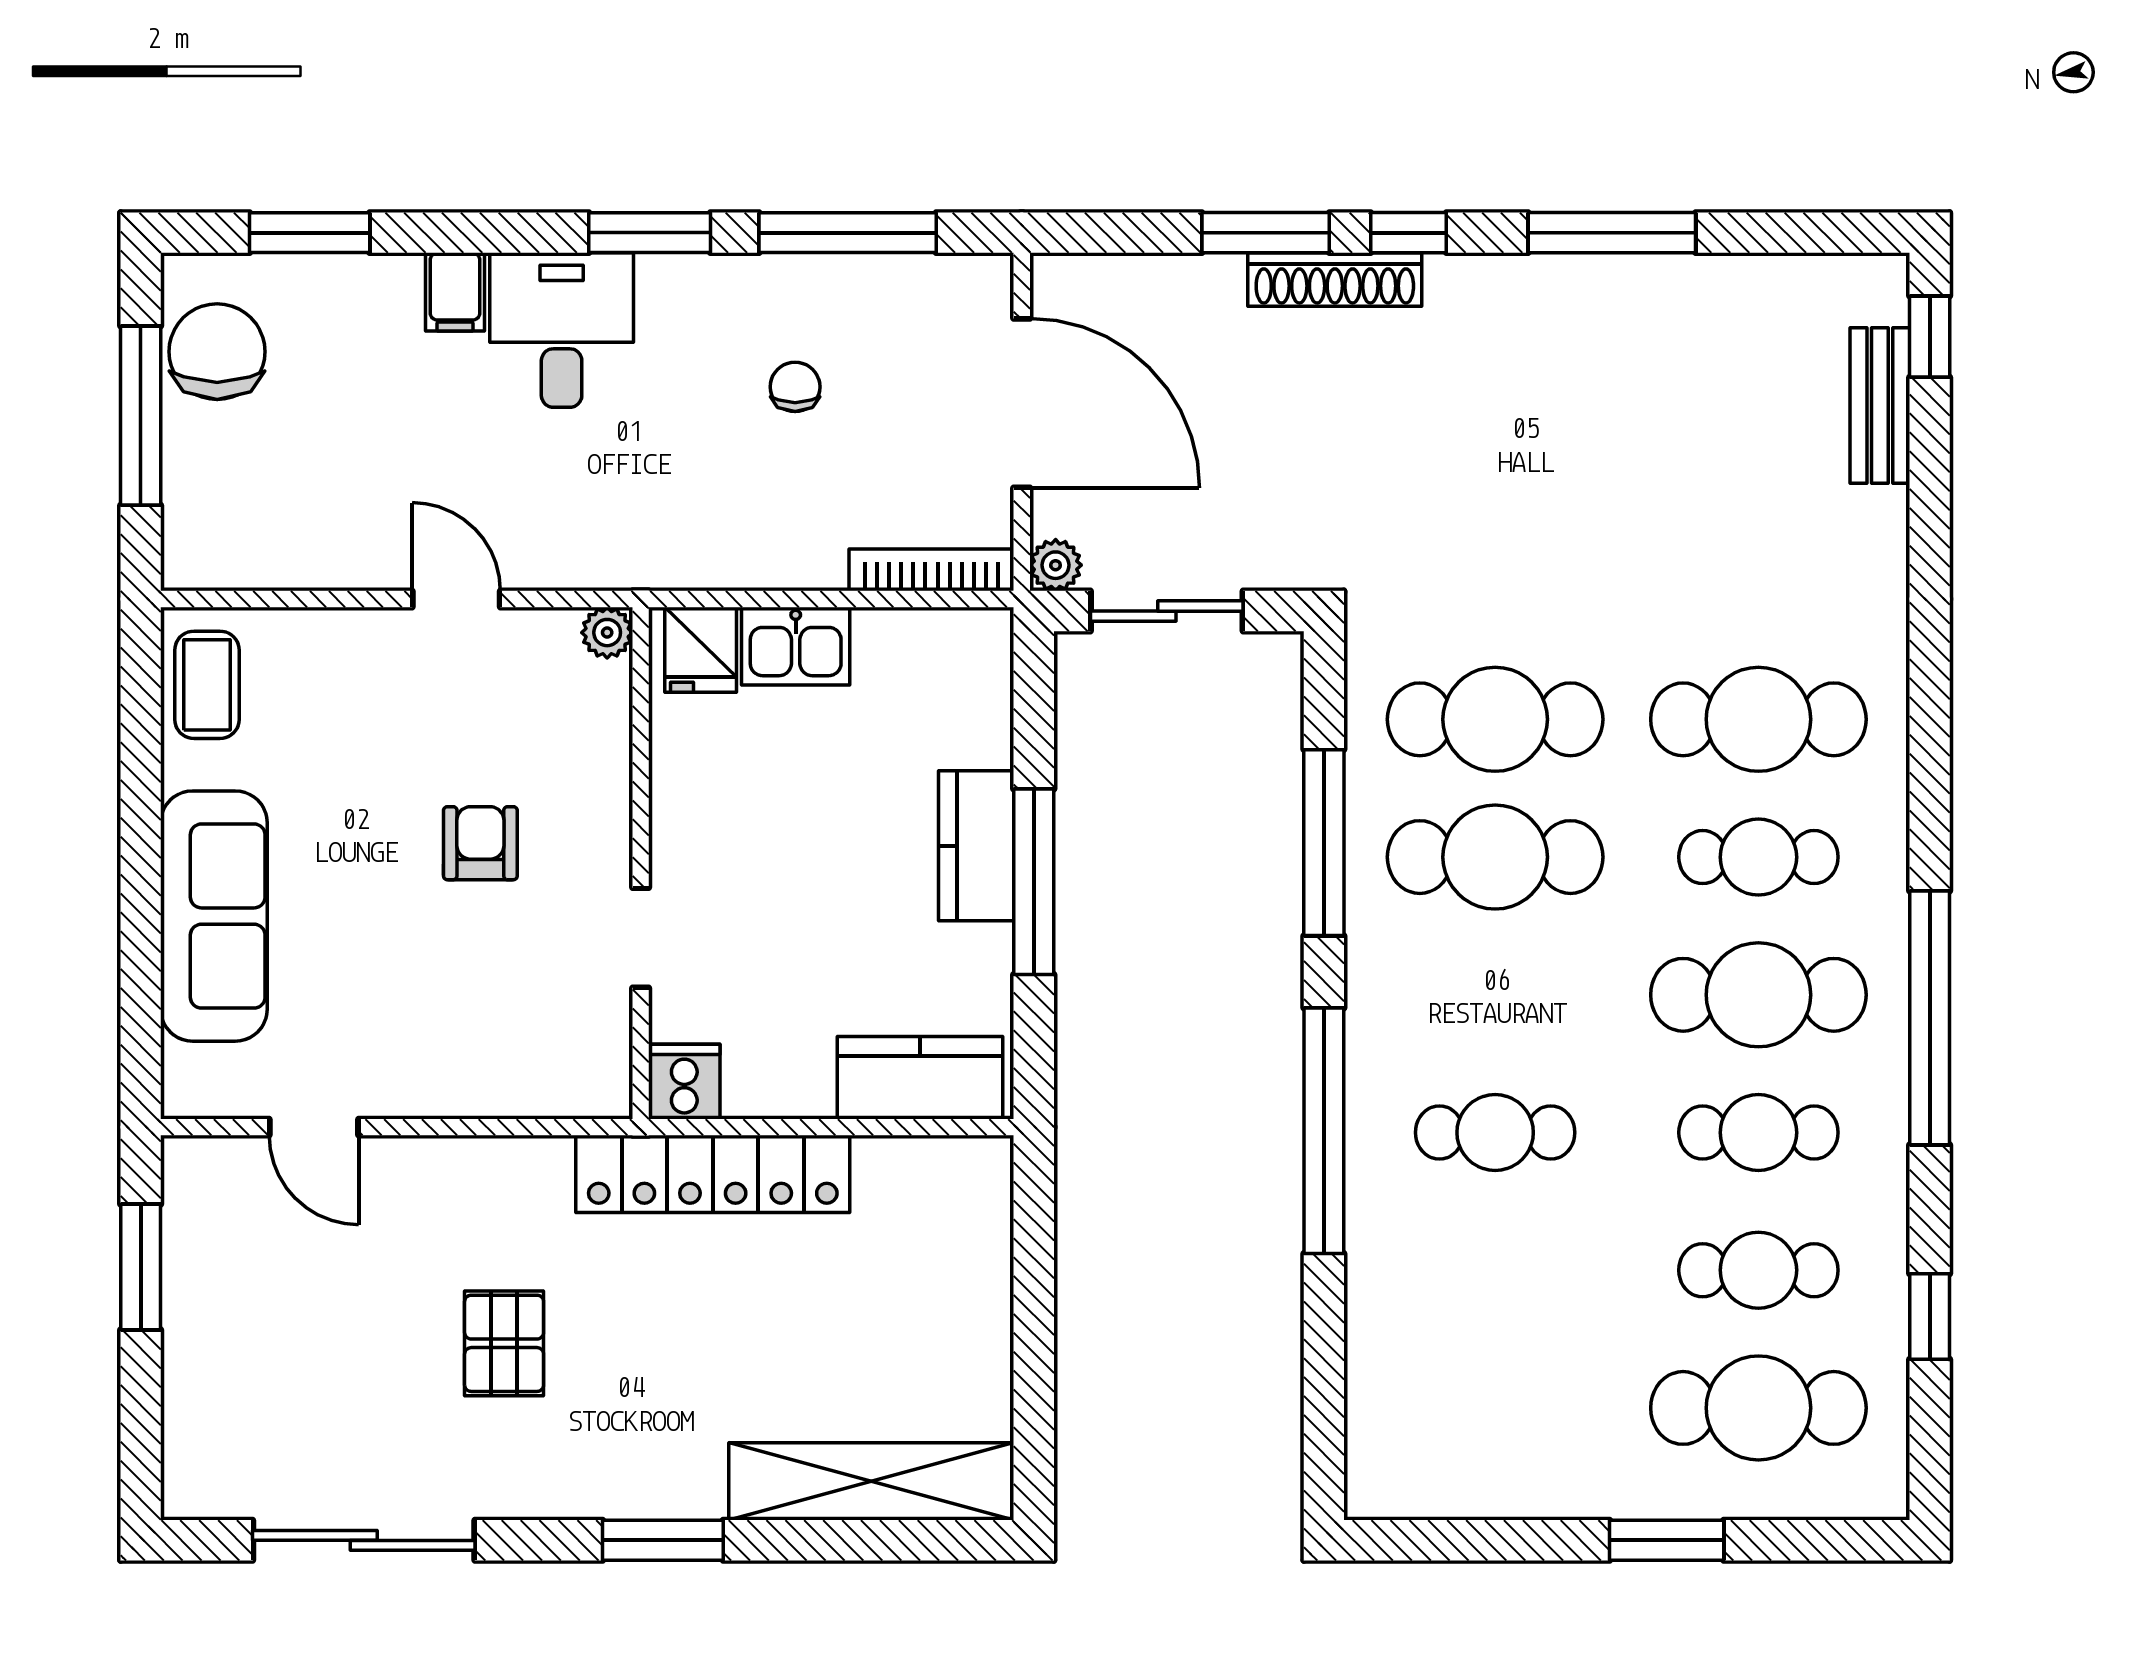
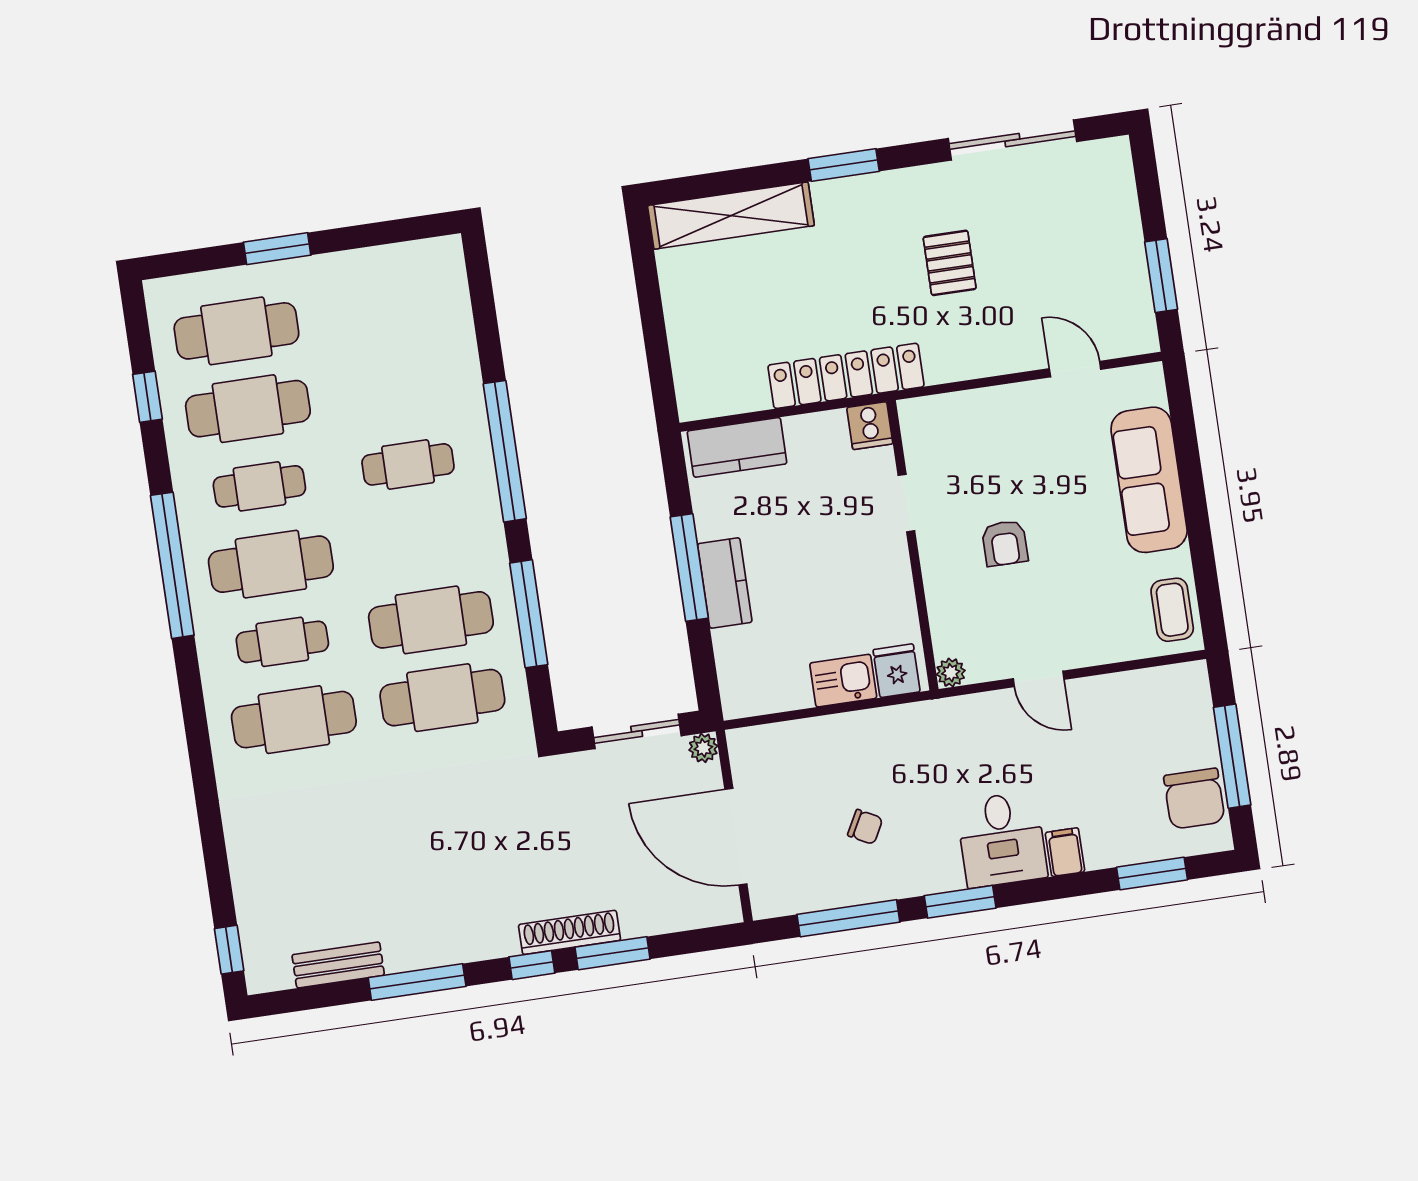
chair: (795, 387) -> (865, 827), turned -62
bench: (1880, 406) -> (338, 965), moved, turned 90
bookcase: (931, 570) -> (773, 735), removed
cafe table: (1758, 1270) -> (248, 409), width x1.37, depth x1.35

